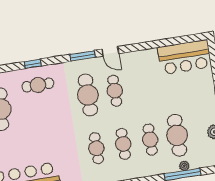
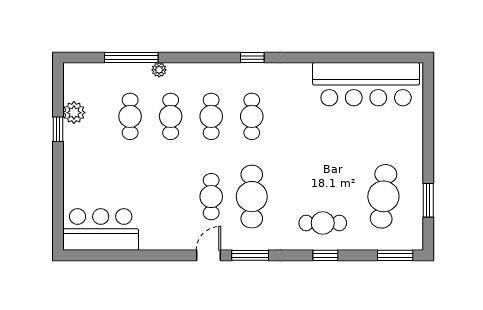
door: (110, 51) -> (208, 255), hinge flipped
cafe table: (177, 135) -> (130, 116), width x0.73, depth x0.74
plant: (184, 166) -> (159, 70), moved

